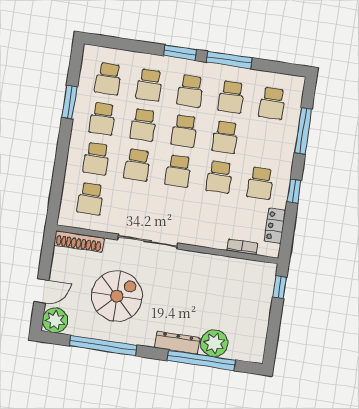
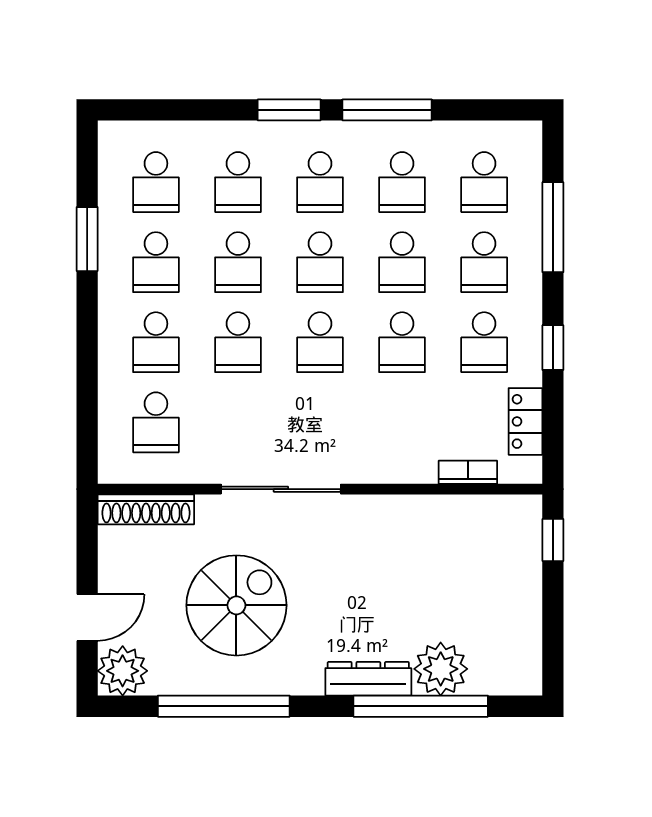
school desk: (266, 143) -> (484, 262), added

